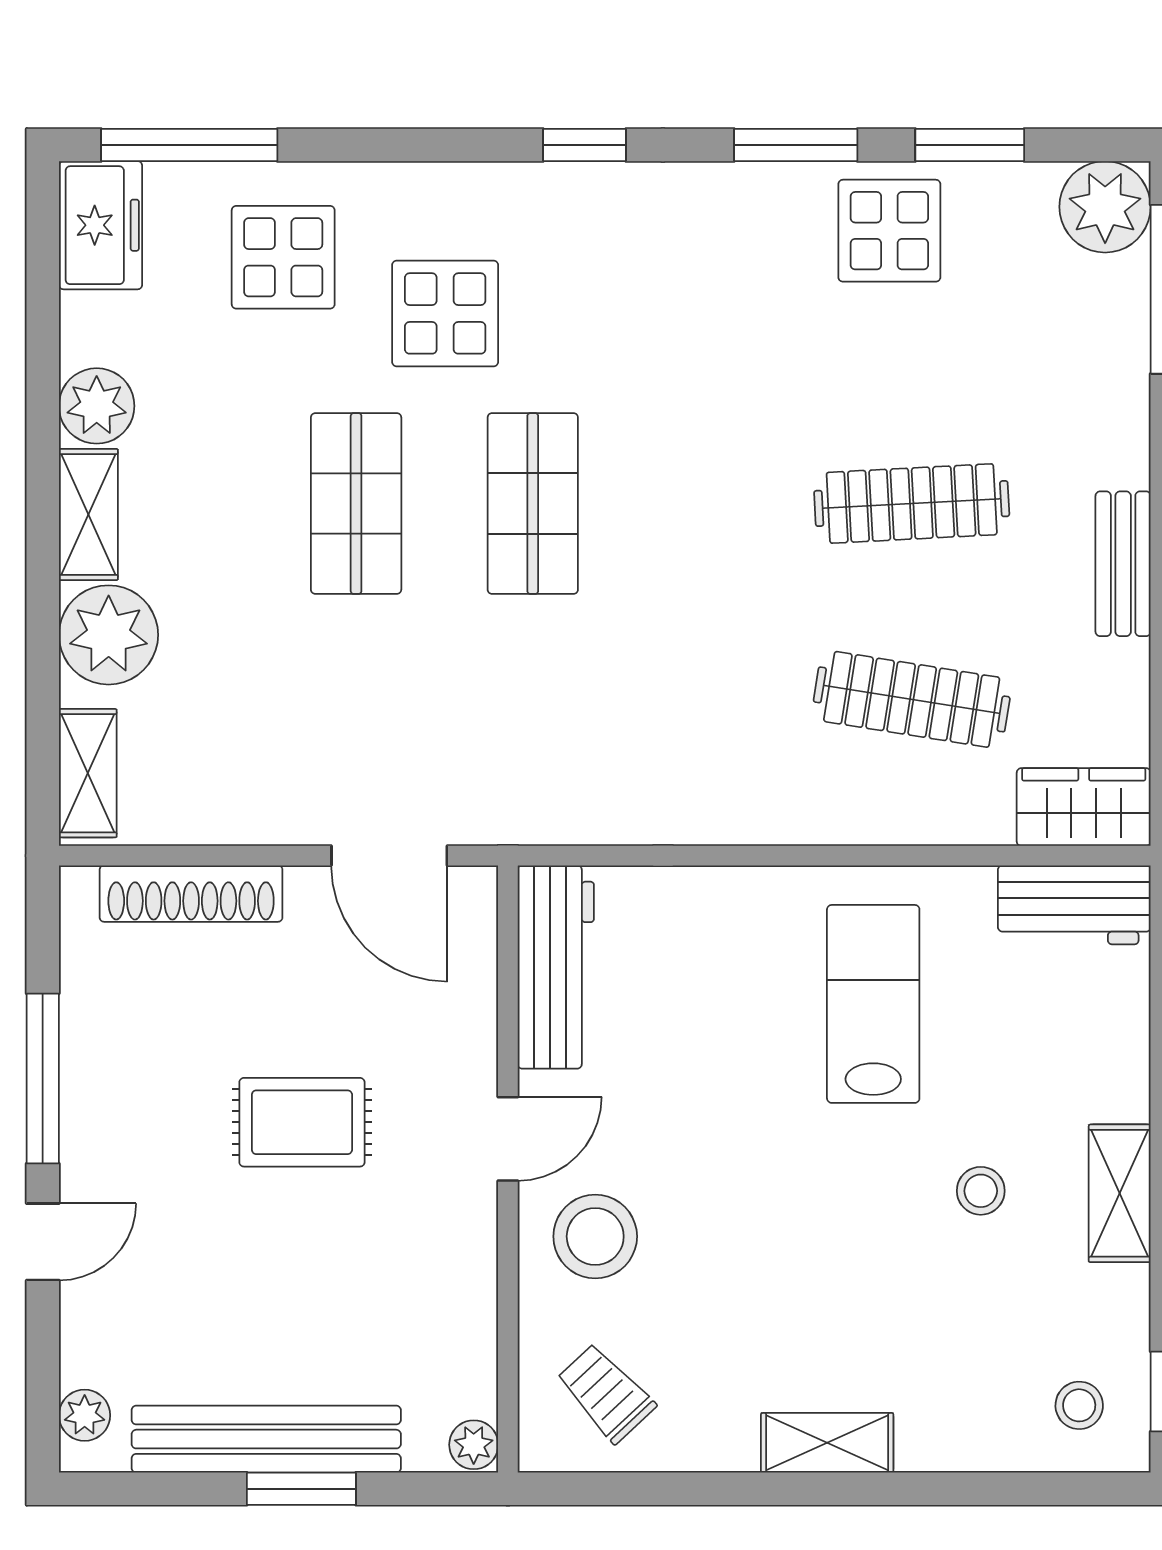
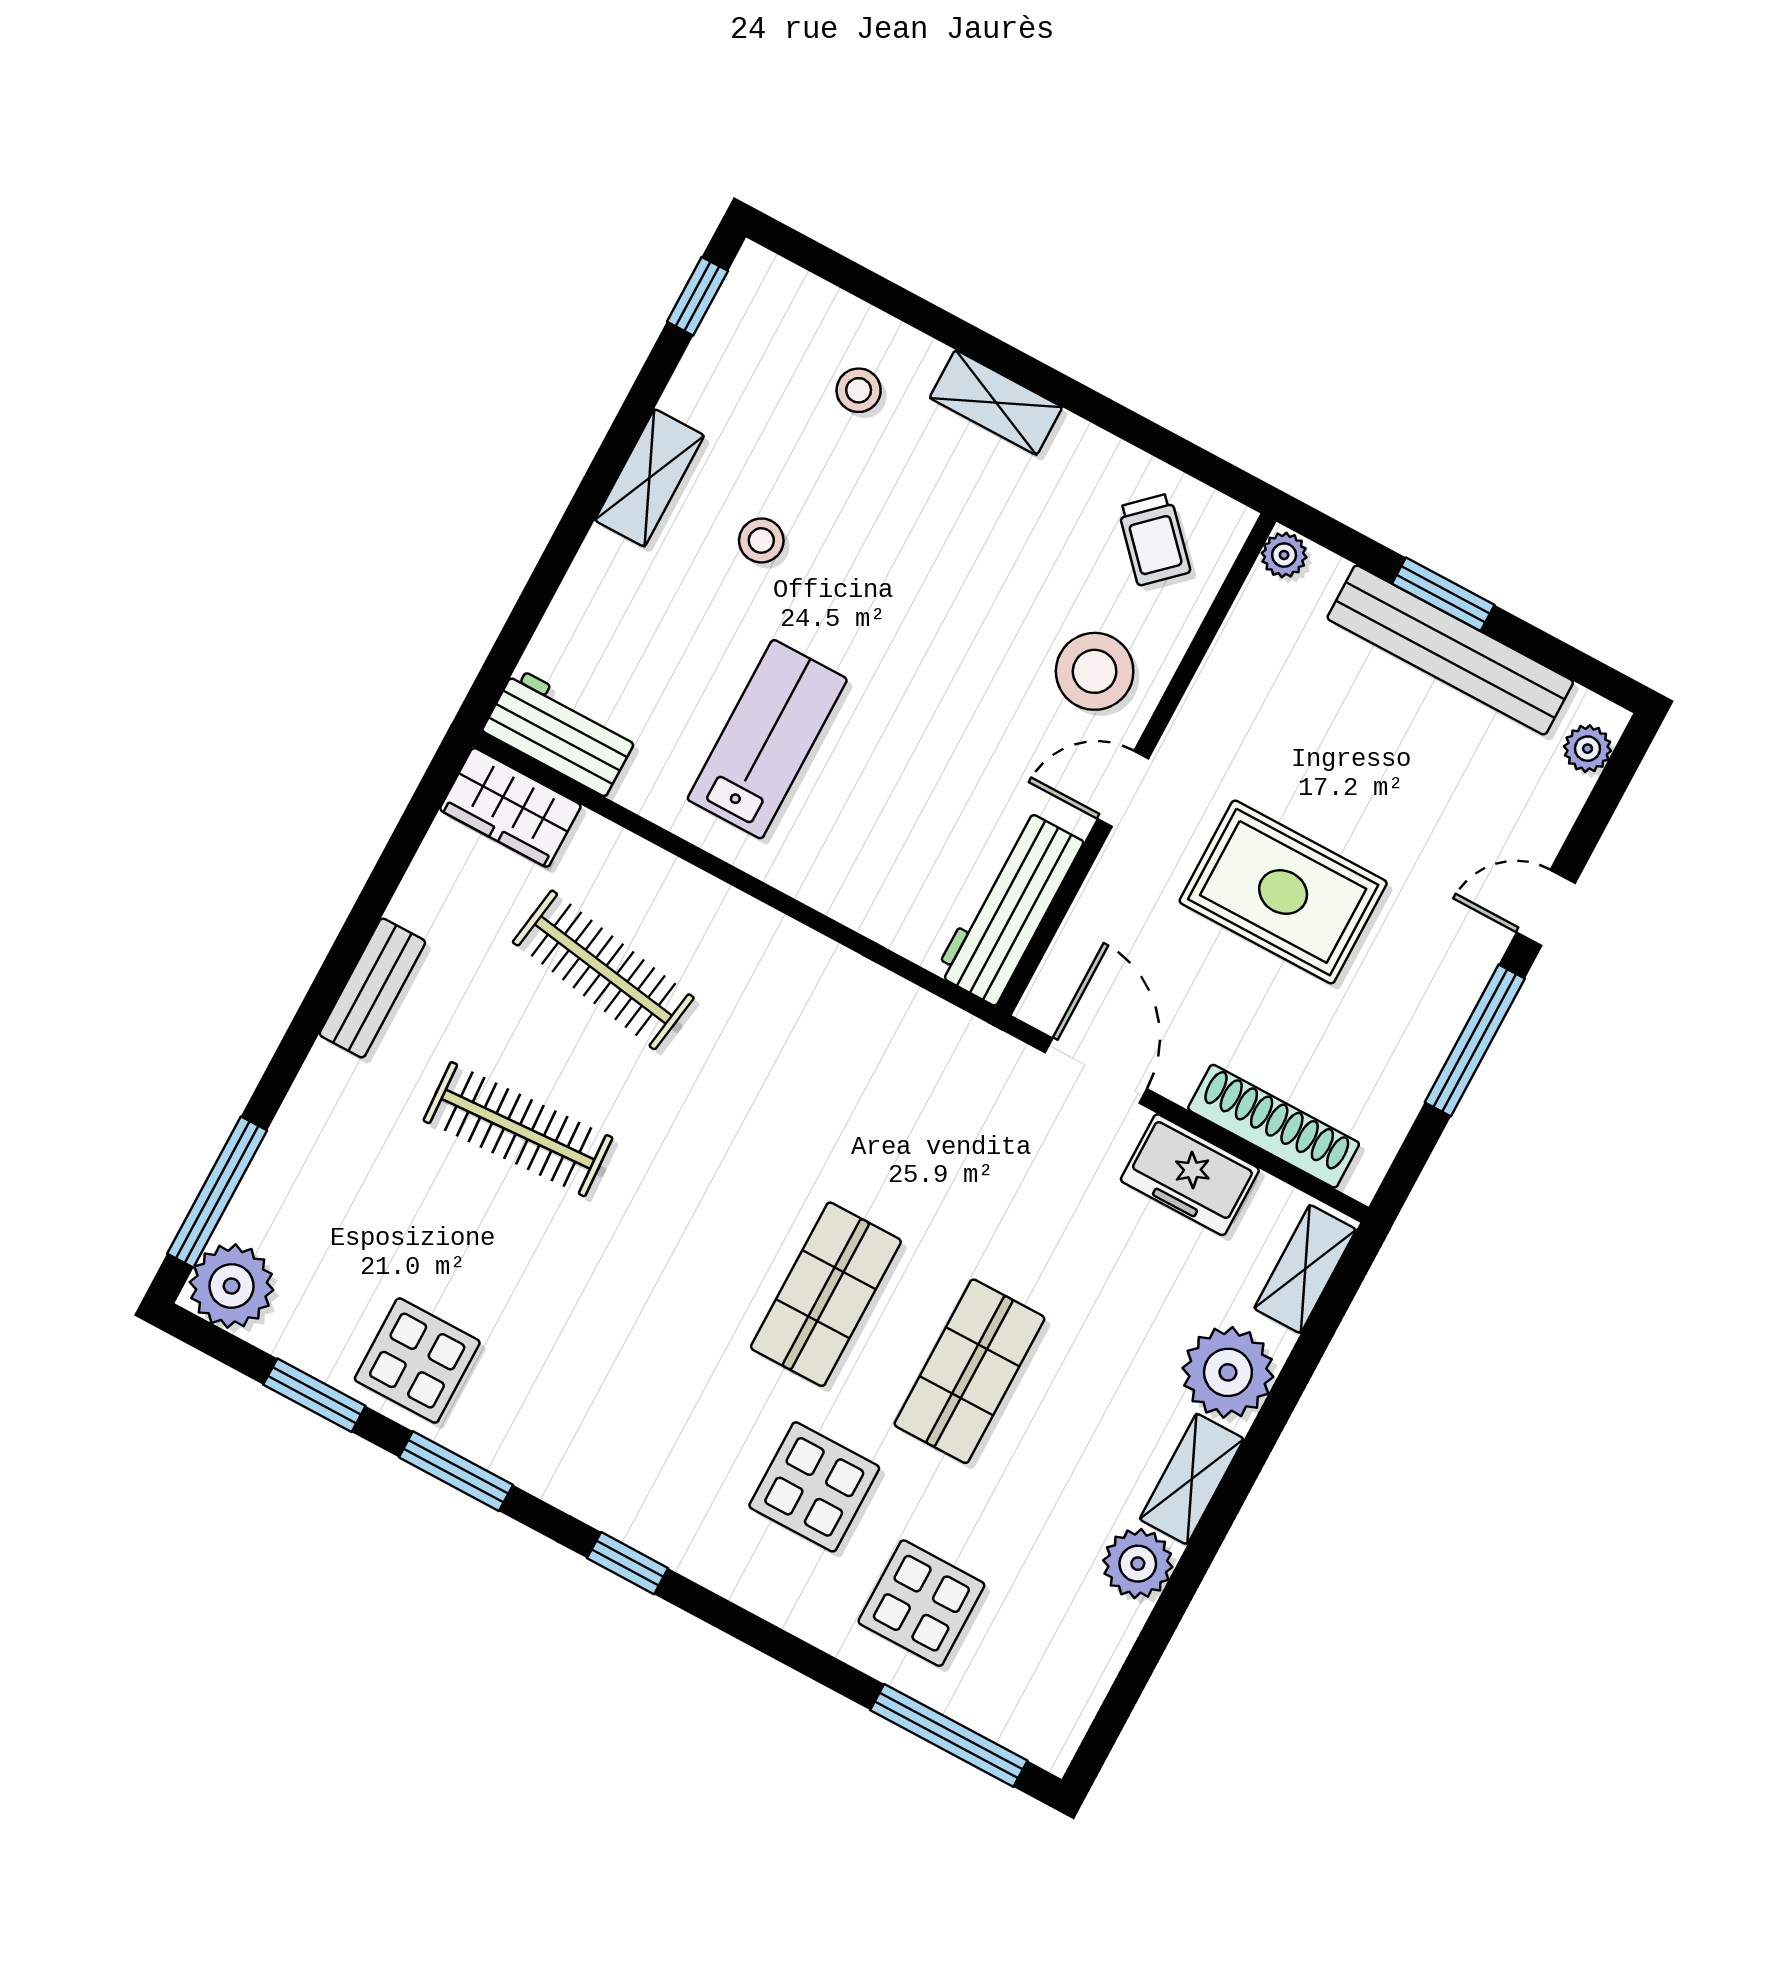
freezer: (101, 225) -> (1190, 1175), moved, turned -90
lab bench: (873, 1004) -> (767, 739), turned 180
rug: (302, 1122) -> (1283, 892), width x1.36, depth x1.43
stool: (1079, 1405) -> (859, 390), moved

